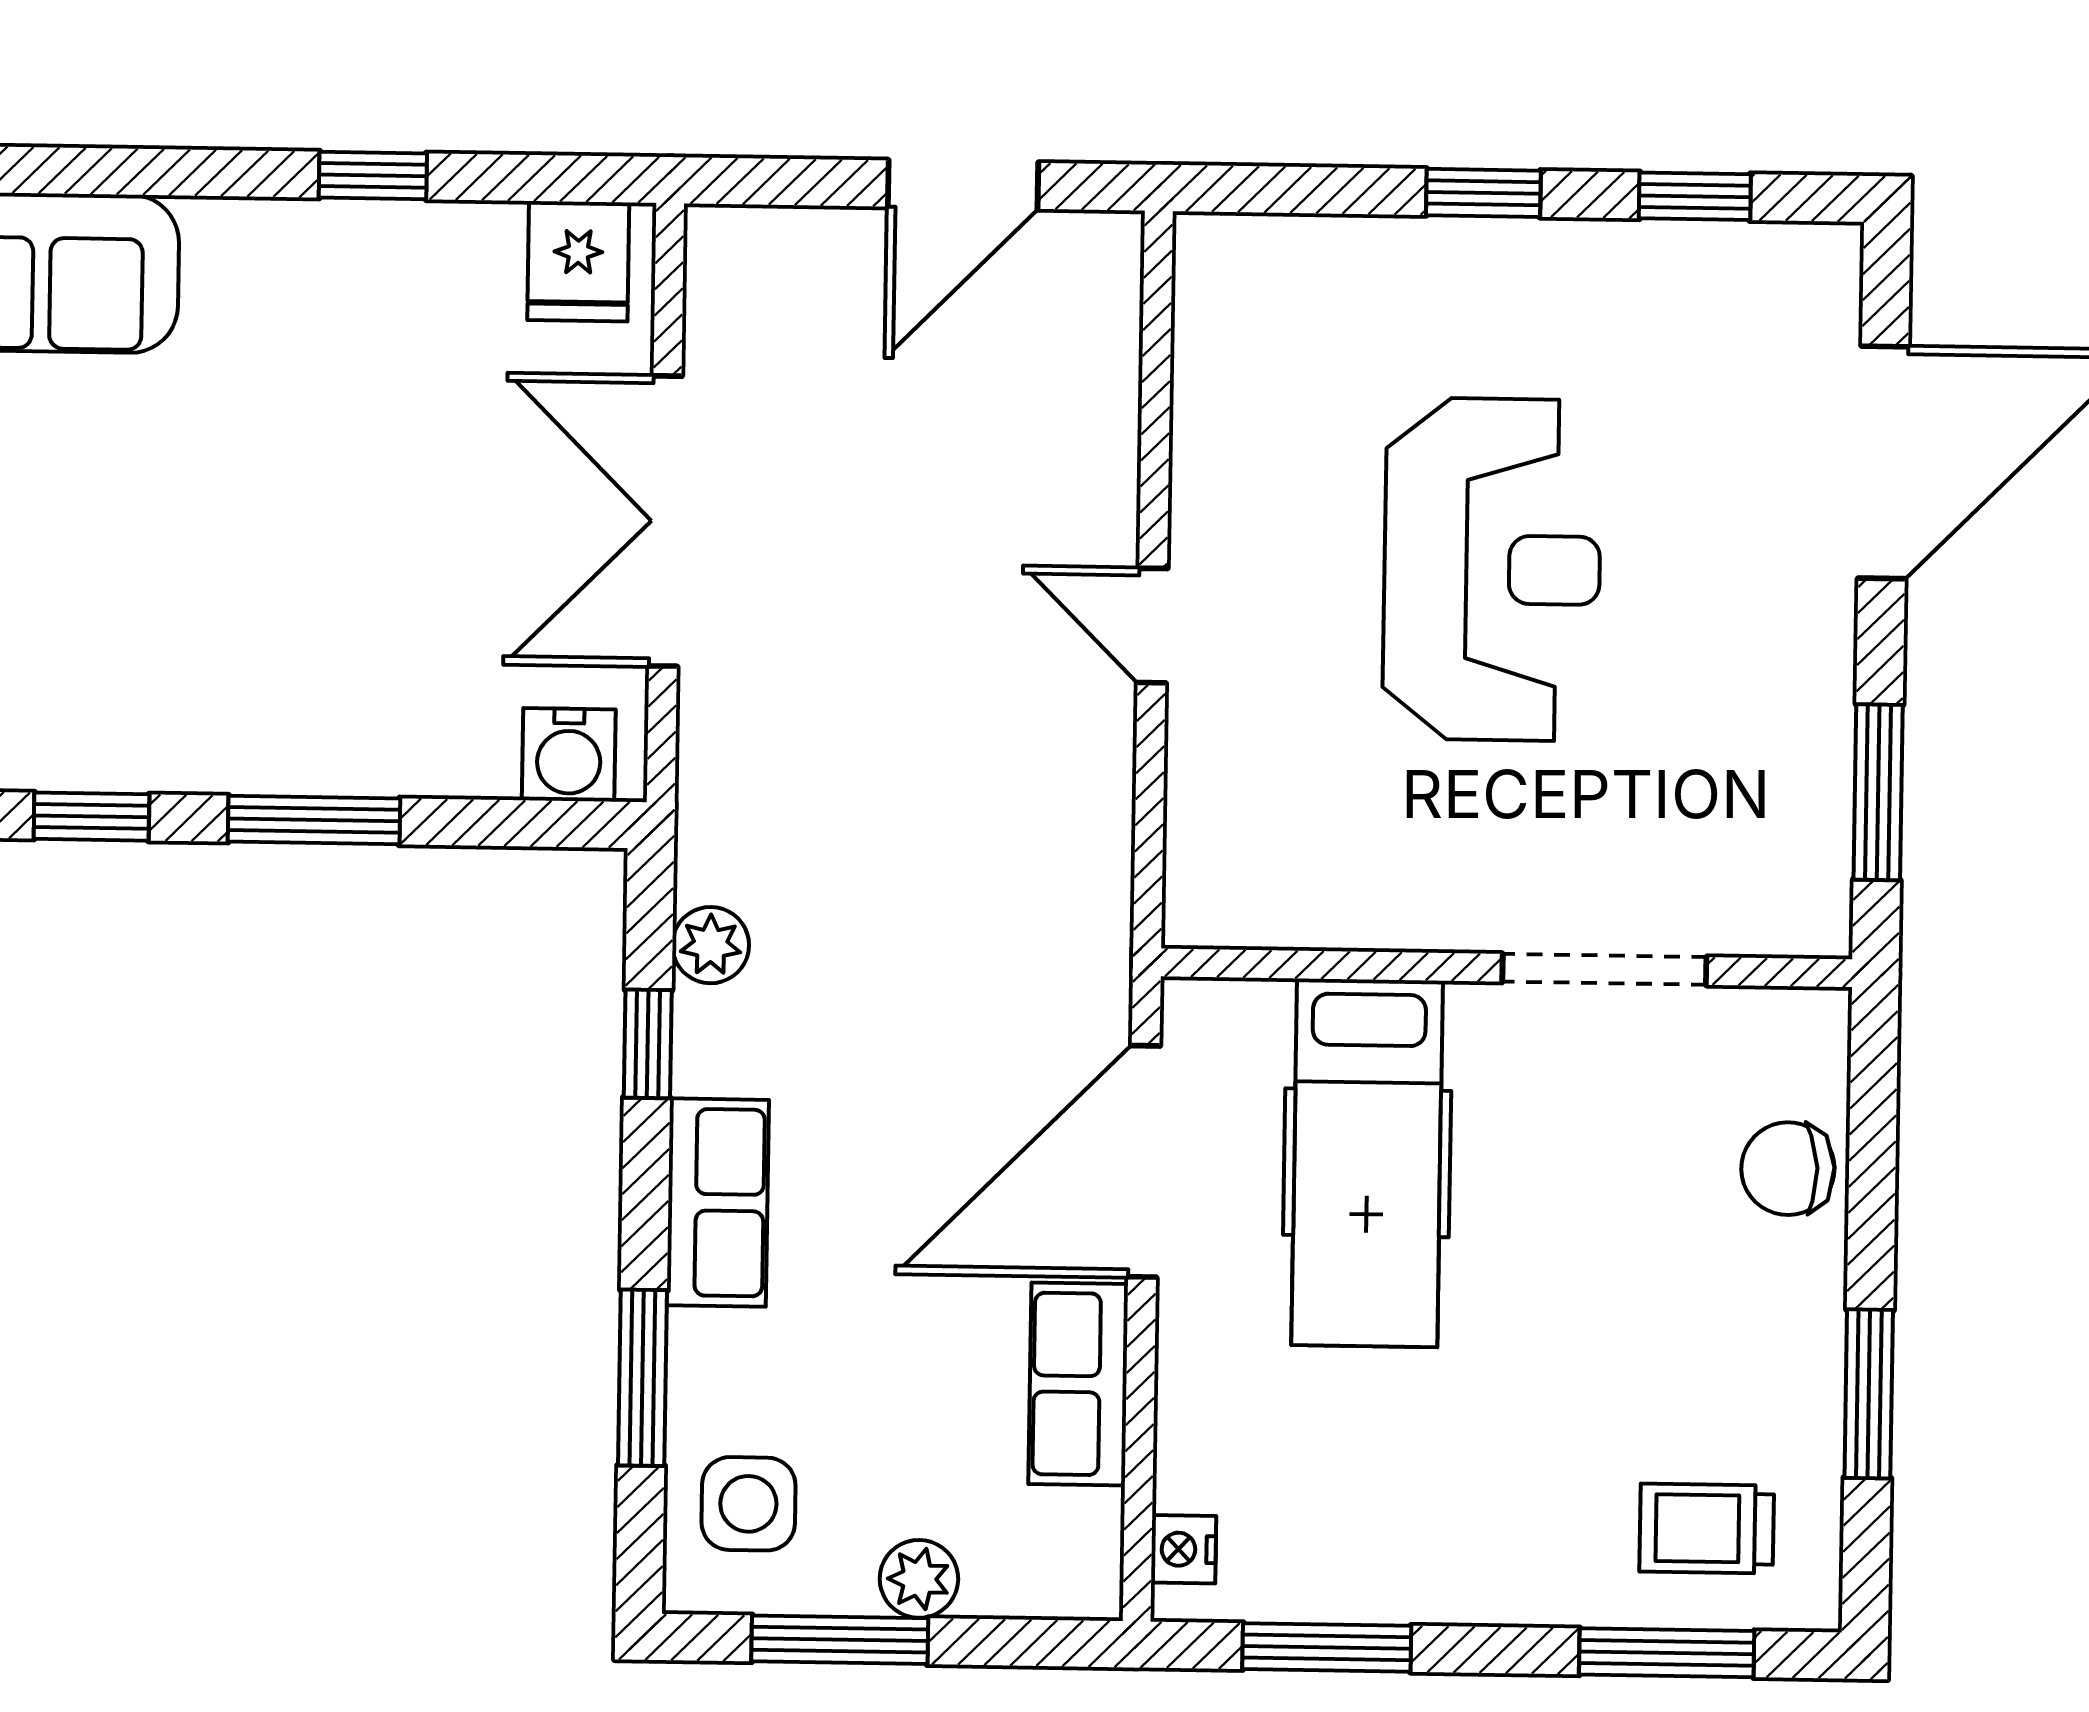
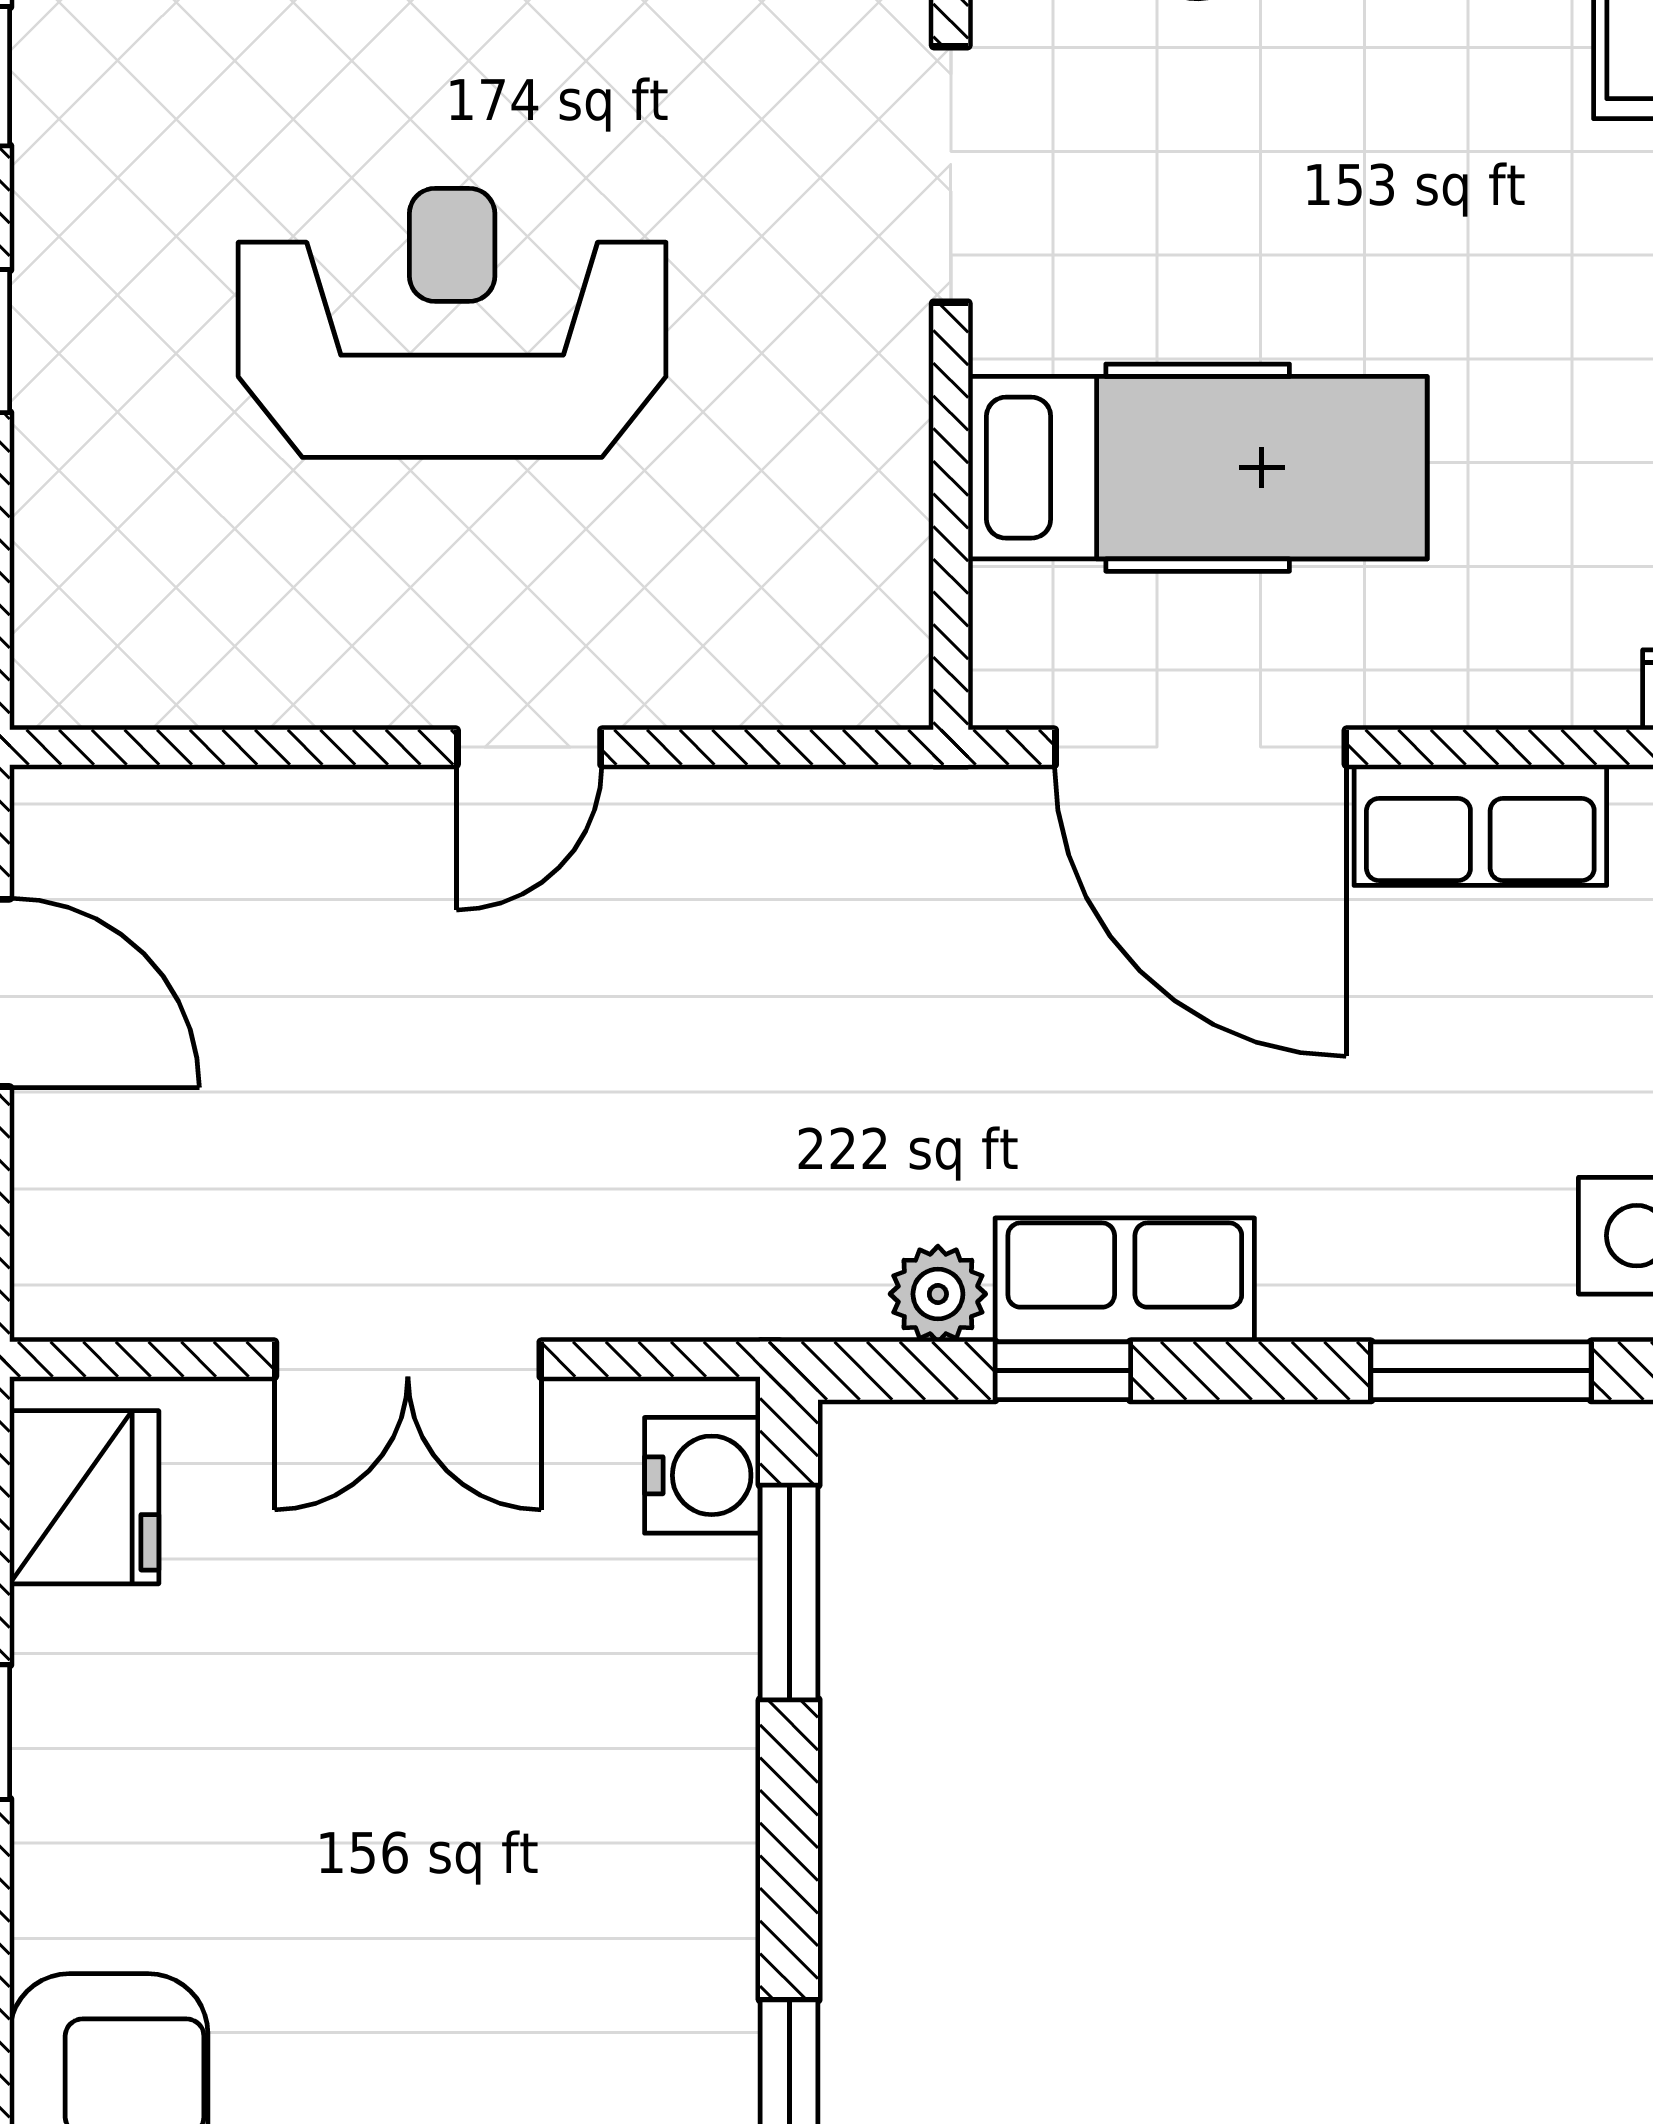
fridge: (578, 261) -> (84, 1497), width x1.38
double door: (665, 521) -> (408, 1359), width x0.73
window: (314, 820) -> (789, 1592), moved
row of seats: (718, 1203) -> (1125, 1280), moved

